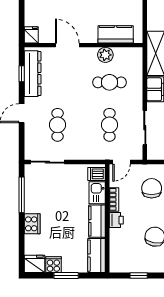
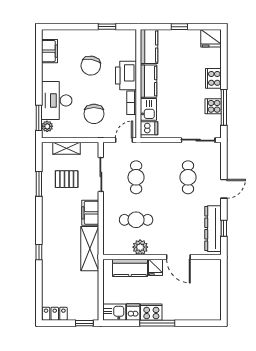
fridge: (31, 35) -> (155, 267), moved
printer: (116, 220) -> (126, 75), width x1.87, depth x1.48
cooker: (53, 265) -> (213, 106), moved, turned 90
window: (66, 276) -> (179, 27), width x0.67

